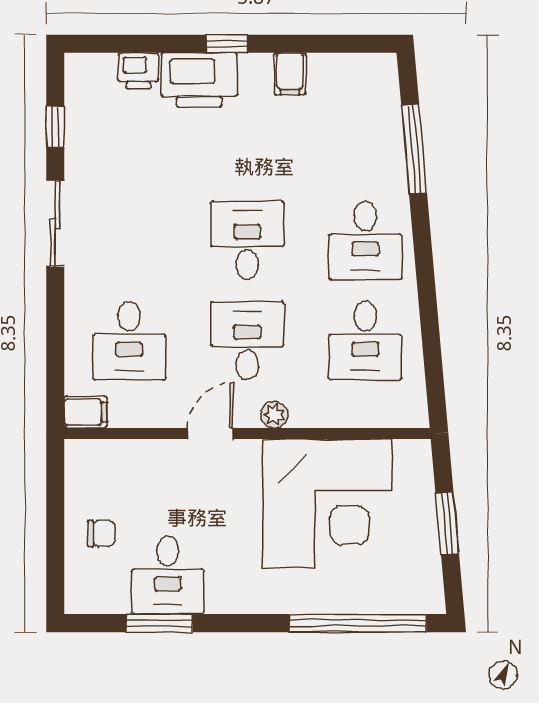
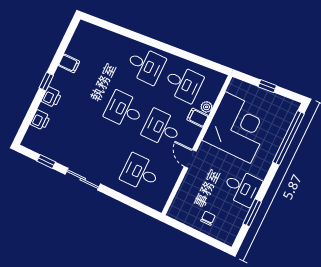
printer: (199, 80) -> (51, 97), width x0.53, depth x0.68
window: (414, 149) -> (120, 30), removed
desk: (129, 341) -> (140, 173), turned 180
filing cabinet: (86, 412) -> (198, 118), moved, turned -90
plant: (274, 415) -> (207, 107), moved
window: (447, 524) -> (267, 86), width x0.67
desk: (168, 575) -> (242, 188), moved

